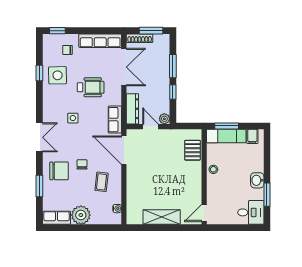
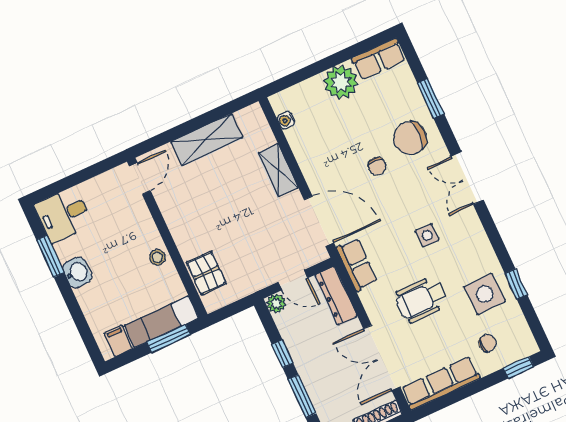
coffee table: (102, 182) -> (332, 152), removed
shelving: (133, 185) -> (278, 170), added

